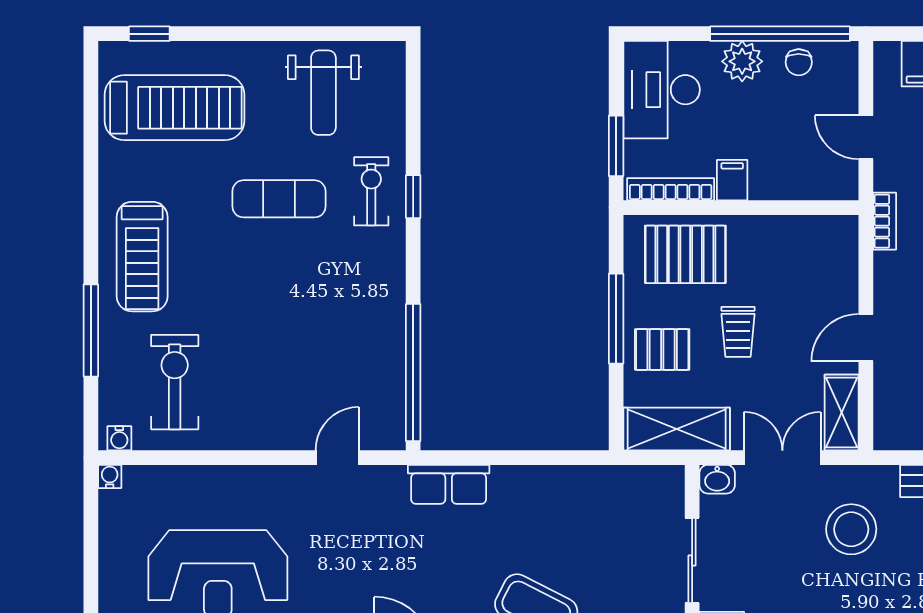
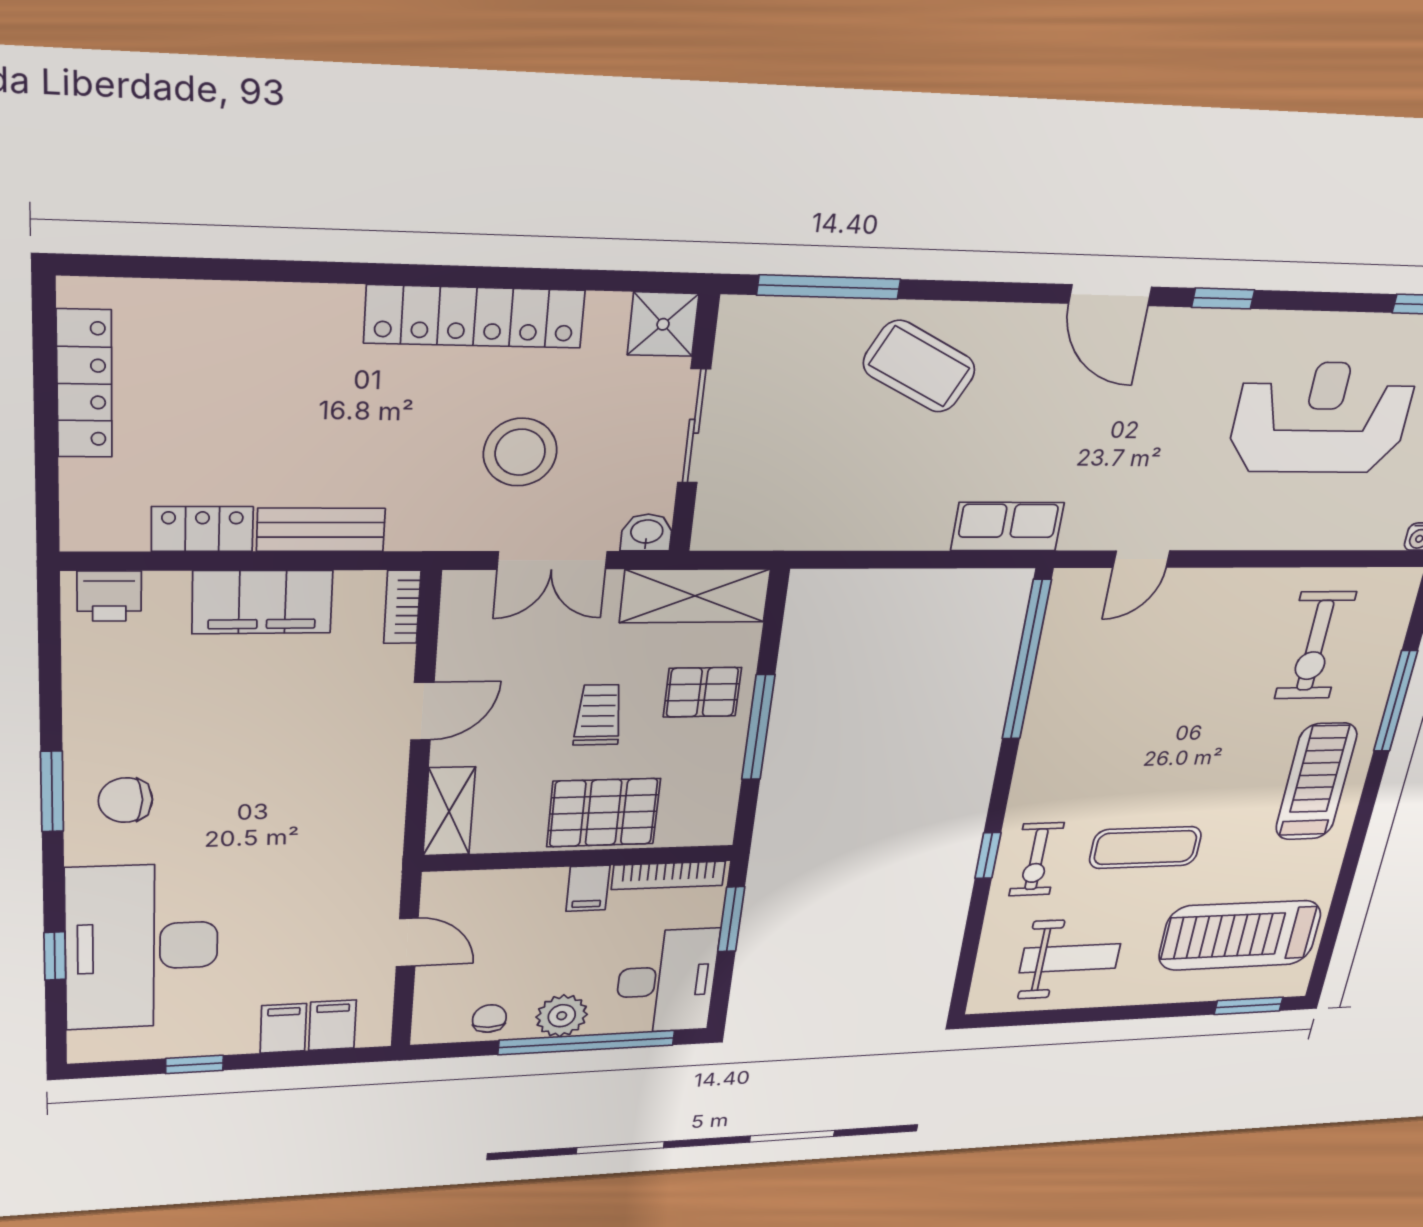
window: (149, 34) -> (1249, 1006), width x1.50
window: (780, 34) -> (587, 1043), moved
weight bench: (323, 93) -> (1070, 958), turned 90
bookcase: (885, 221) -> (402, 607), moved
pallet: (685, 254) -> (604, 813), moved
shelving: (842, 412) -> (449, 811), moved
water cooler: (119, 438) -> (1396, 581), removed
stool: (851, 529) -> (520, 452), moved

